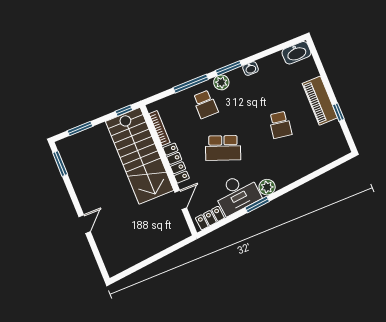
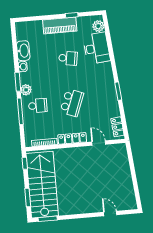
washbasin: (296, 53) -> (23, 51), moved
stairs: (140, 156) -> (42, 185), moved, turned -90
plant: (267, 187) -> (98, 26), moved
desk: (237, 194) -> (96, 48), moved
door: (85, 224) -> (110, 213), moved

